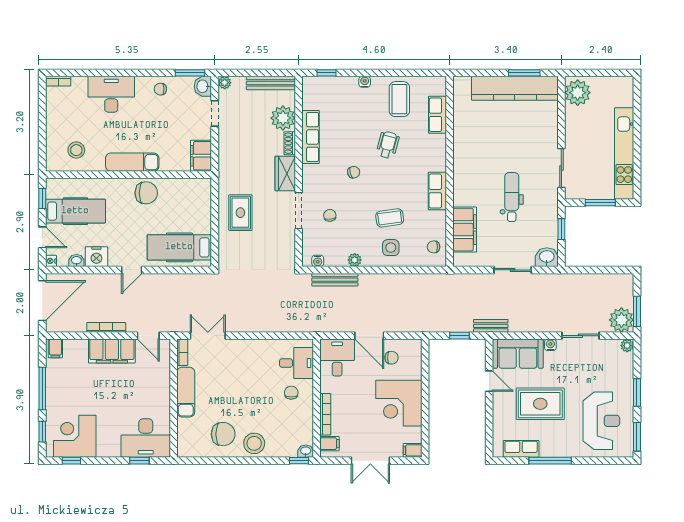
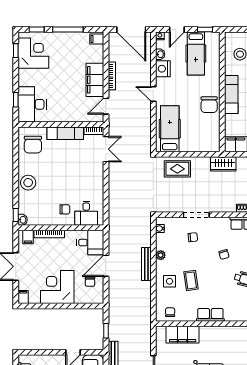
wardrobe: (285, 173) -> (223, 164), moved, turned 180
rug: (240, 213) -> (177, 169), moved
bench: (335, 280) -> (146, 264), moved
chair: (223, 434) -> (33, 145), moved

